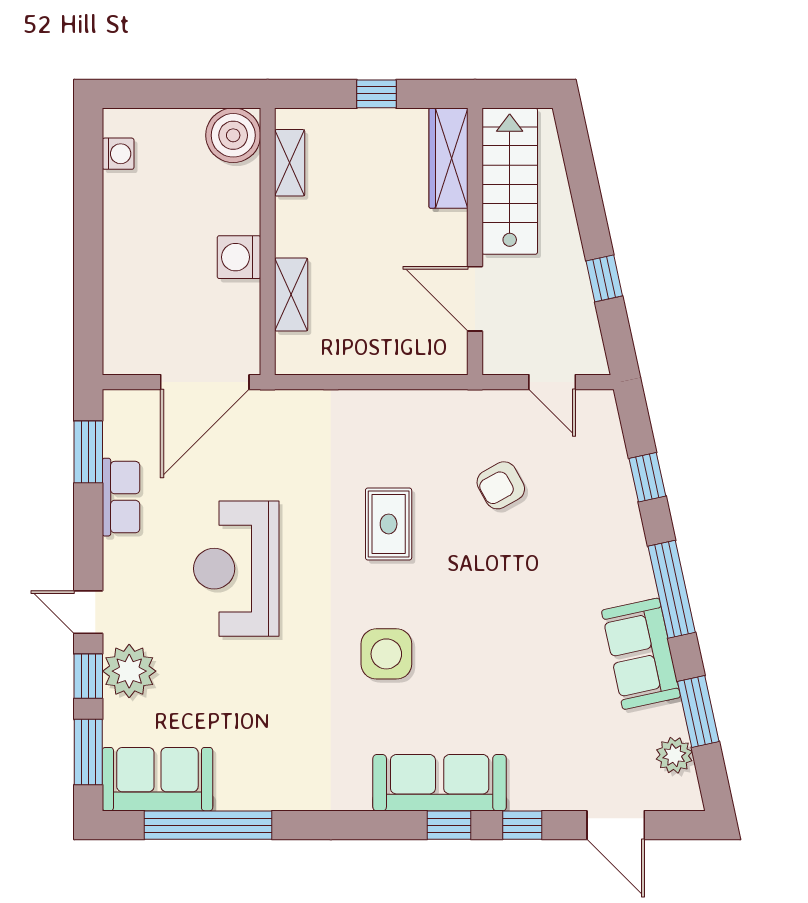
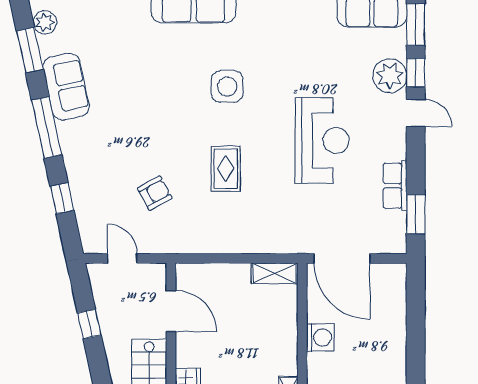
shelving: (291, 295) -> (275, 273), moved, turned 90
door: (205, 382) -> (342, 258), swing flipped

